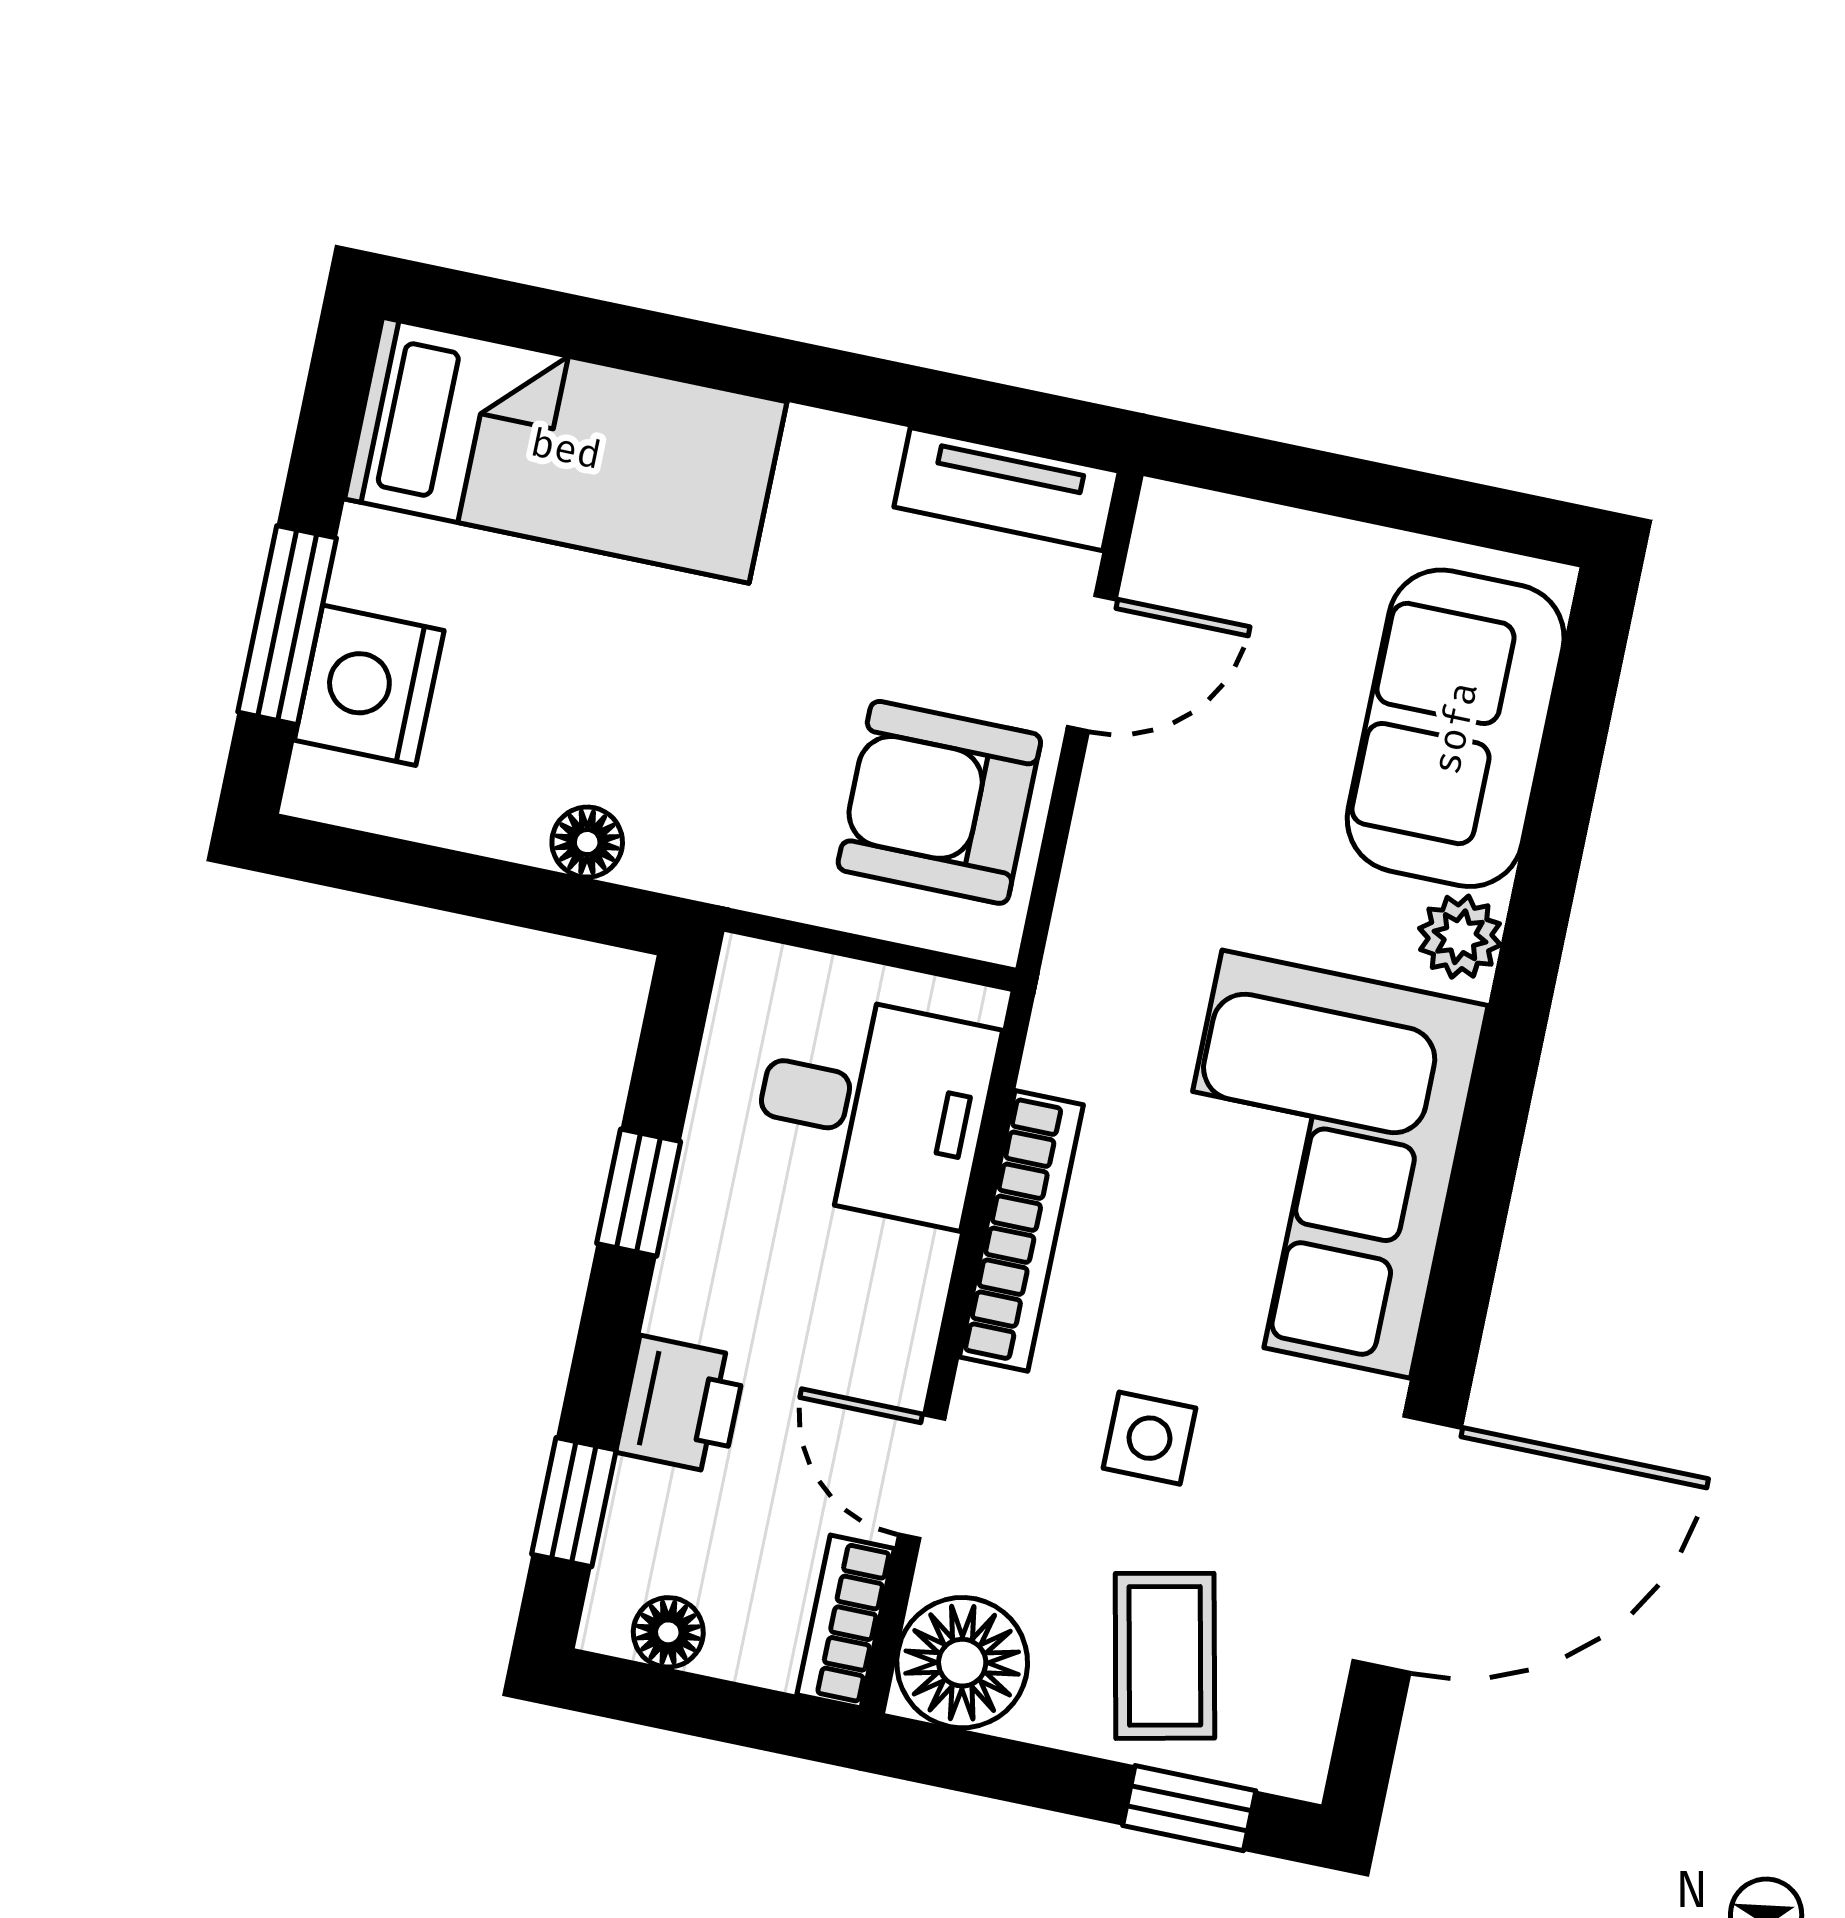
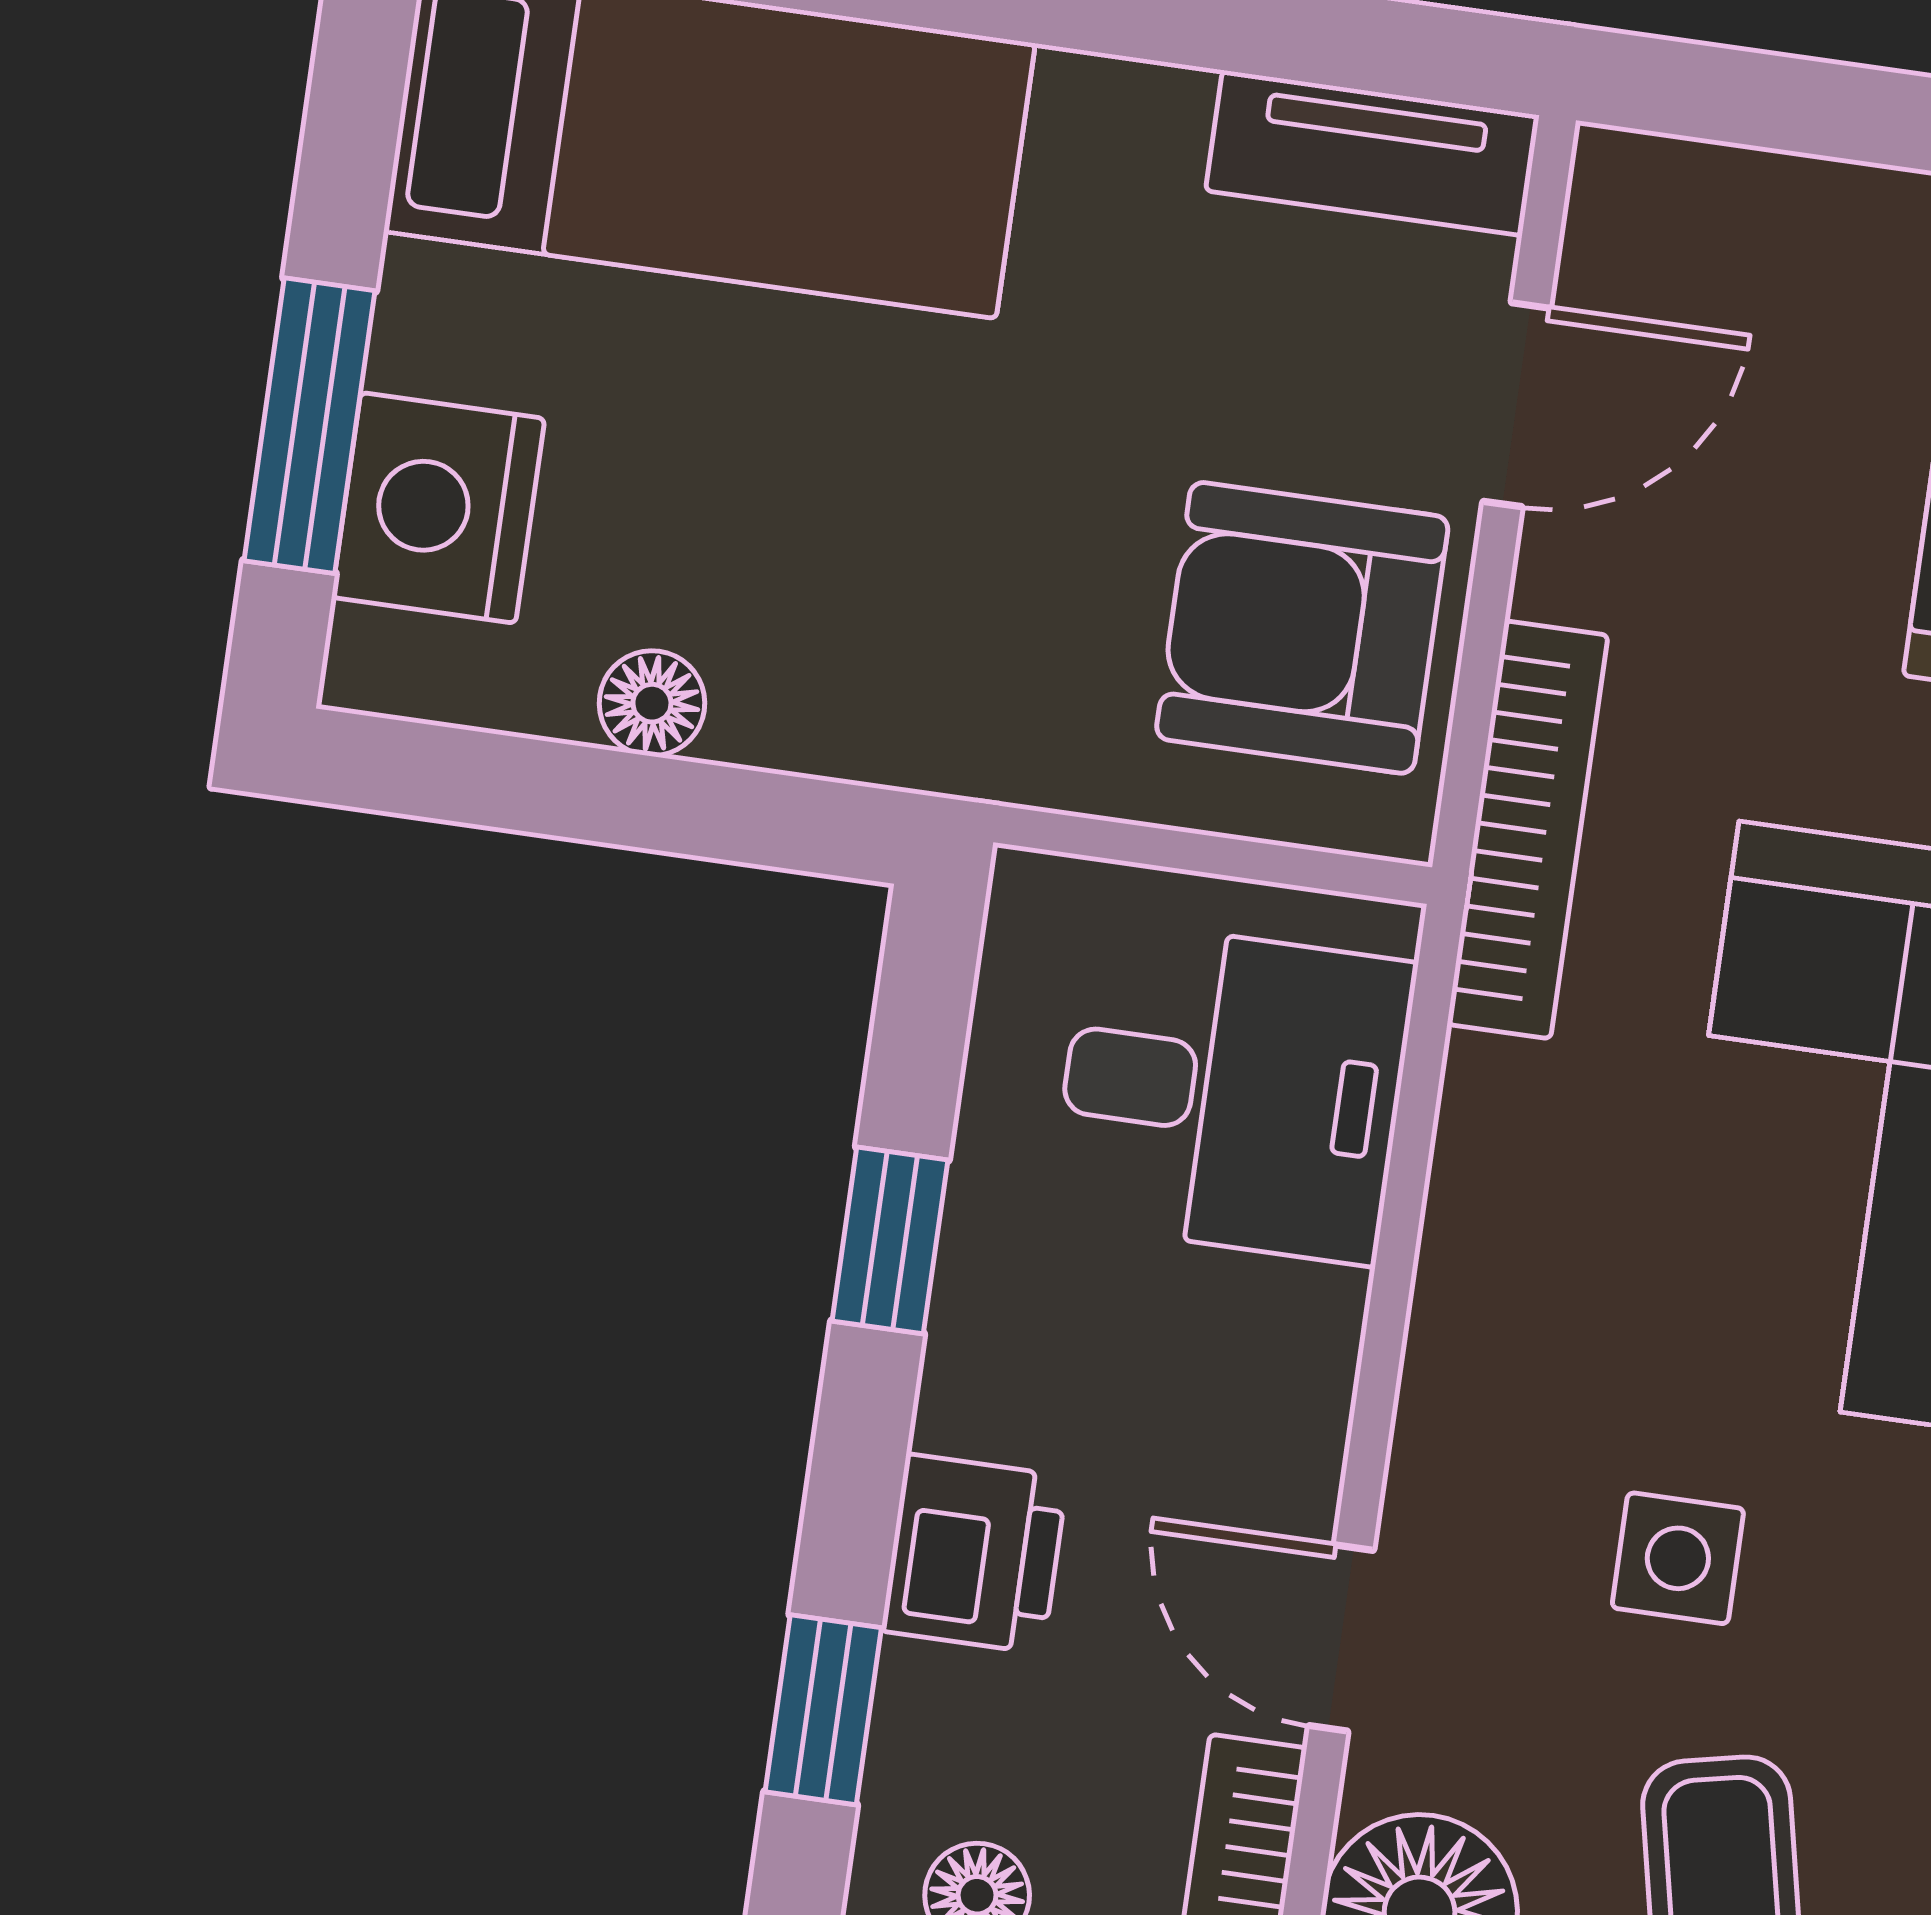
floor lamp: (587, 842) -> (652, 703), moved
bookcase: (1021, 1231) -> (1528, 830), moved

